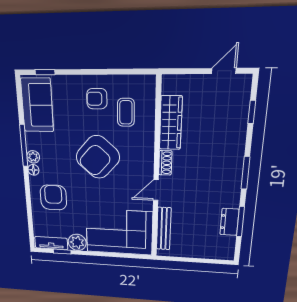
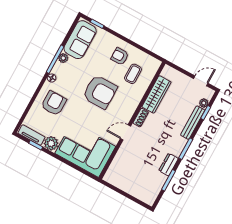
plant: (243, 100) -> (204, 103), added
plant: (33, 157) -> (63, 58), moved
armchair: (98, 157) -> (100, 92), turned -132
dresser: (229, 222) -> (168, 165), moved
bench: (164, 229) -> (193, 123), moved

